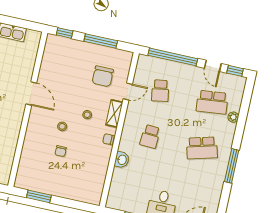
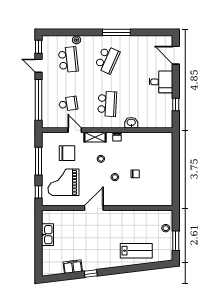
grand piano: (69, 65) -> (63, 182), added
door: (213, 66) -> (39, 66), swing flipped
school desk: (150, 136) -> (107, 104), width x1.85
school desk: (202, 148) -> (107, 60), turned 39
window: (39, 196) -> (176, 183), removed

